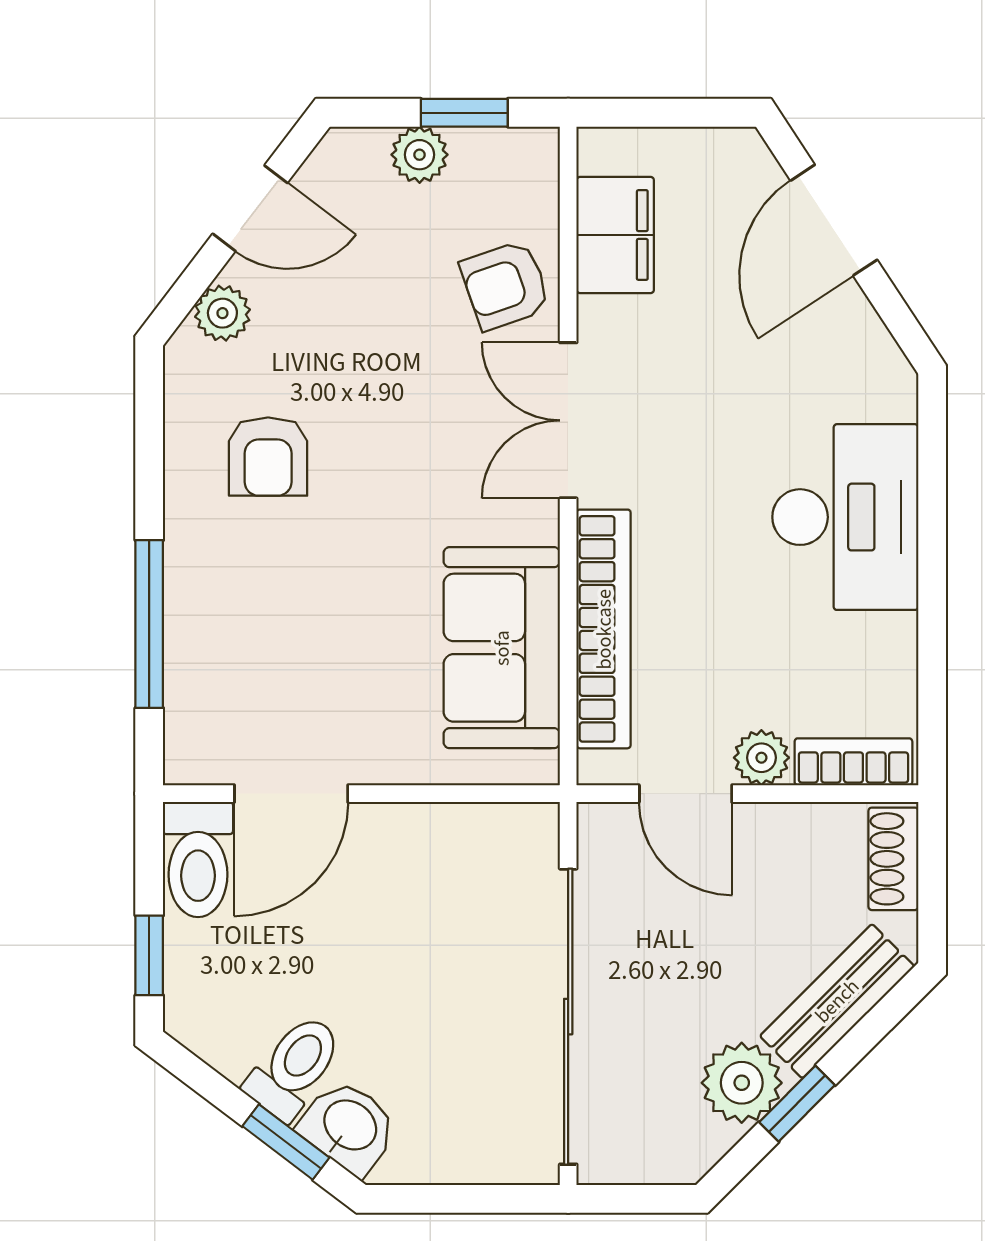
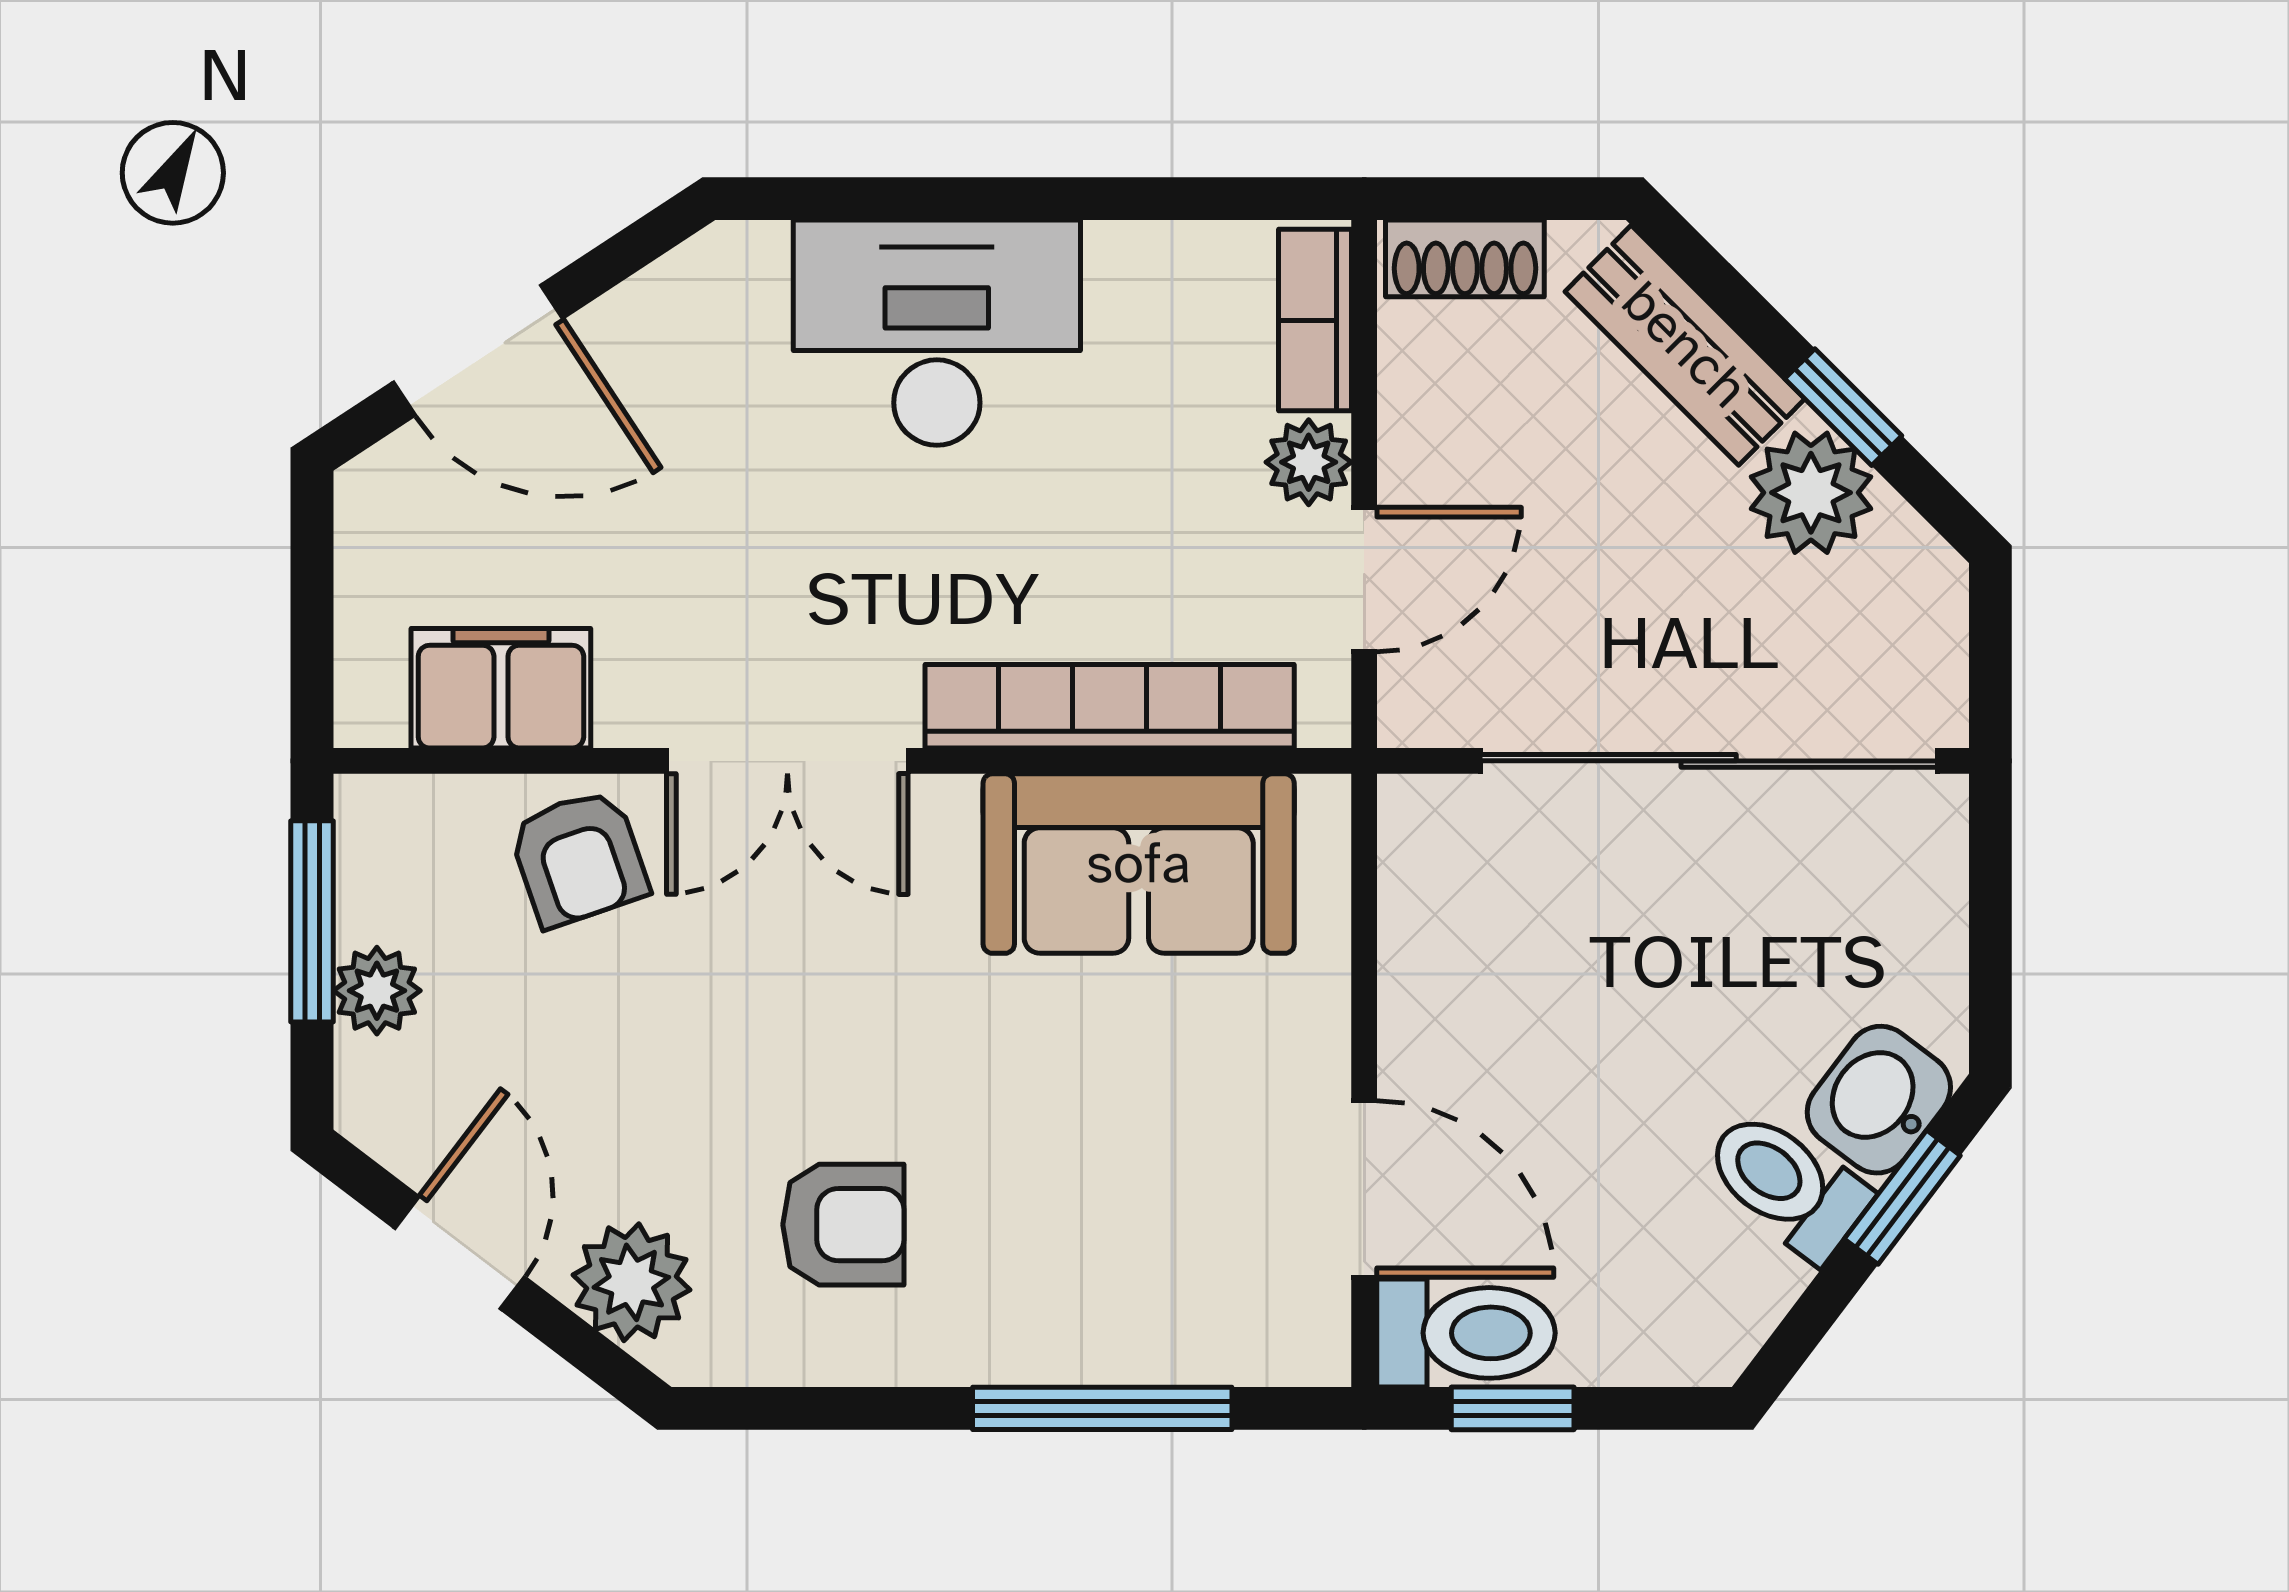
window: (464, 113) -> (312, 921), width x1.50
plant: (222, 313) -> (631, 1282), width x1.38, depth x1.38
window: (149, 955) -> (1513, 1408), moved

